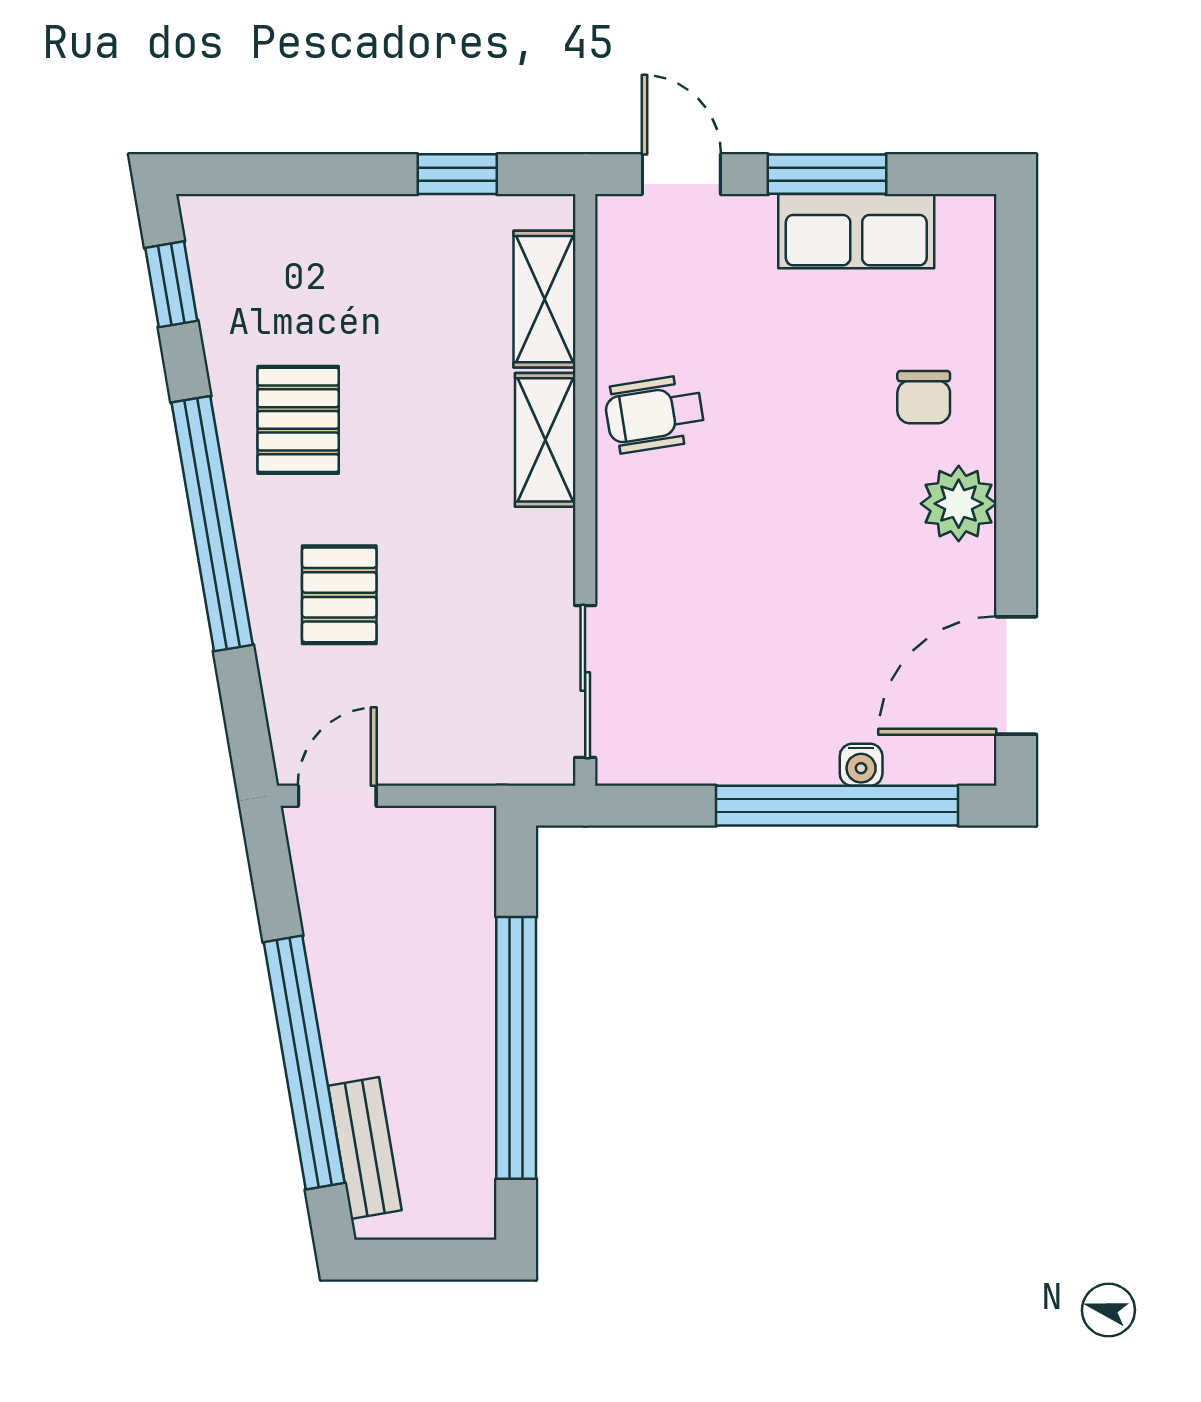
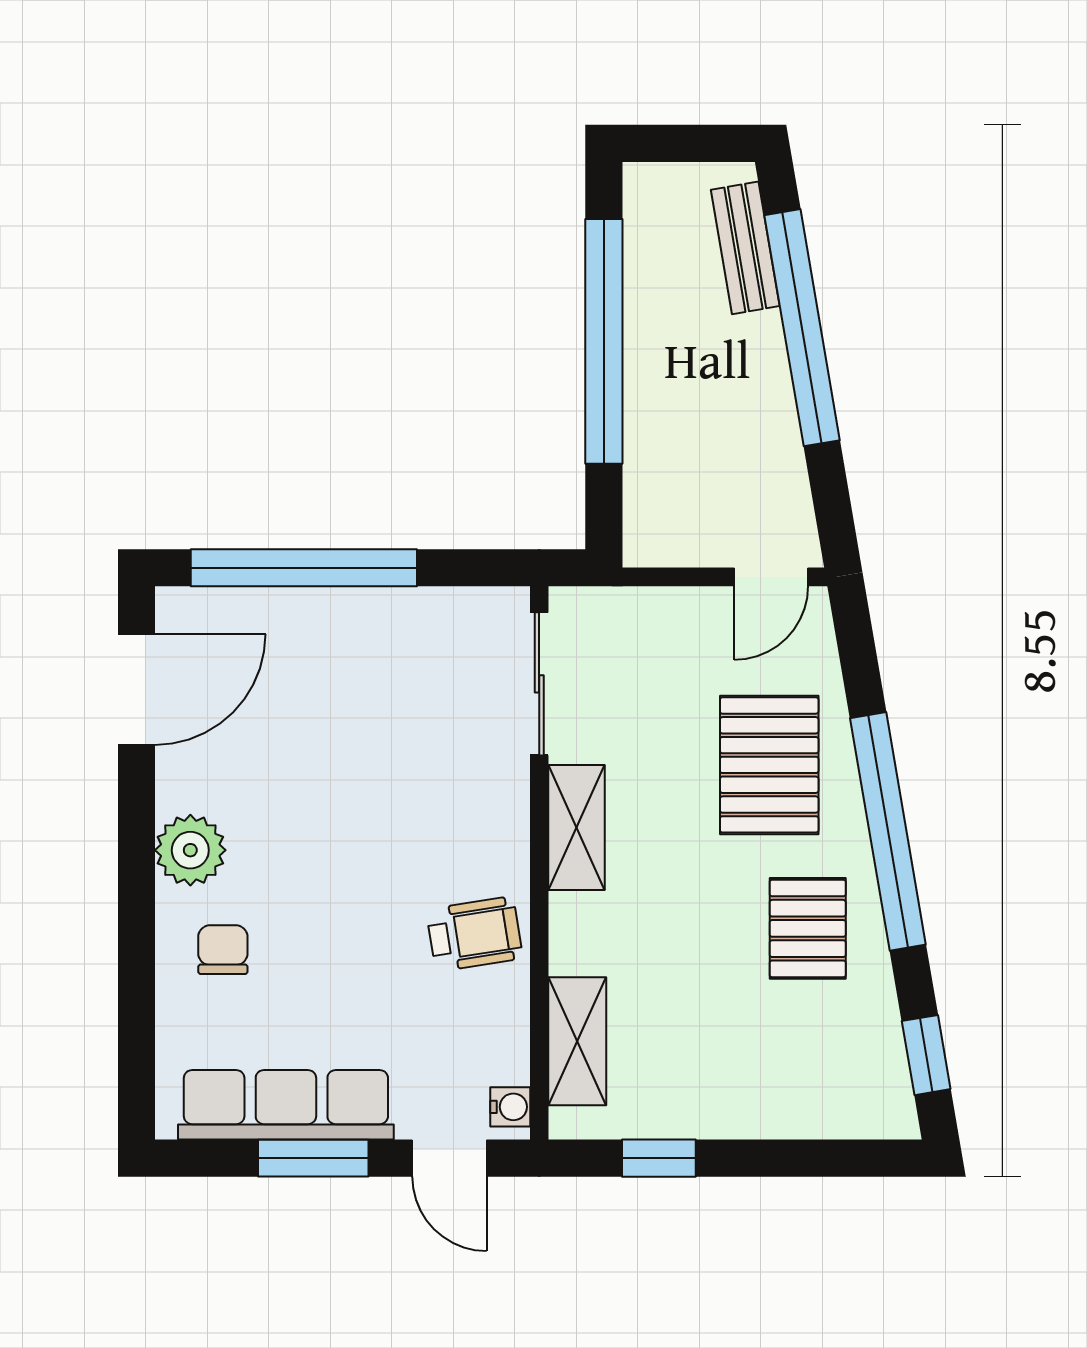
row of seats: (856, 231) -> (286, 1105), width x1.48
shelving: (545, 440) -> (577, 828), moved
pallet: (339, 595) -> (769, 765), width x1.50, depth x1.42
water cooler: (861, 765) -> (510, 1107), moved, turned 90

